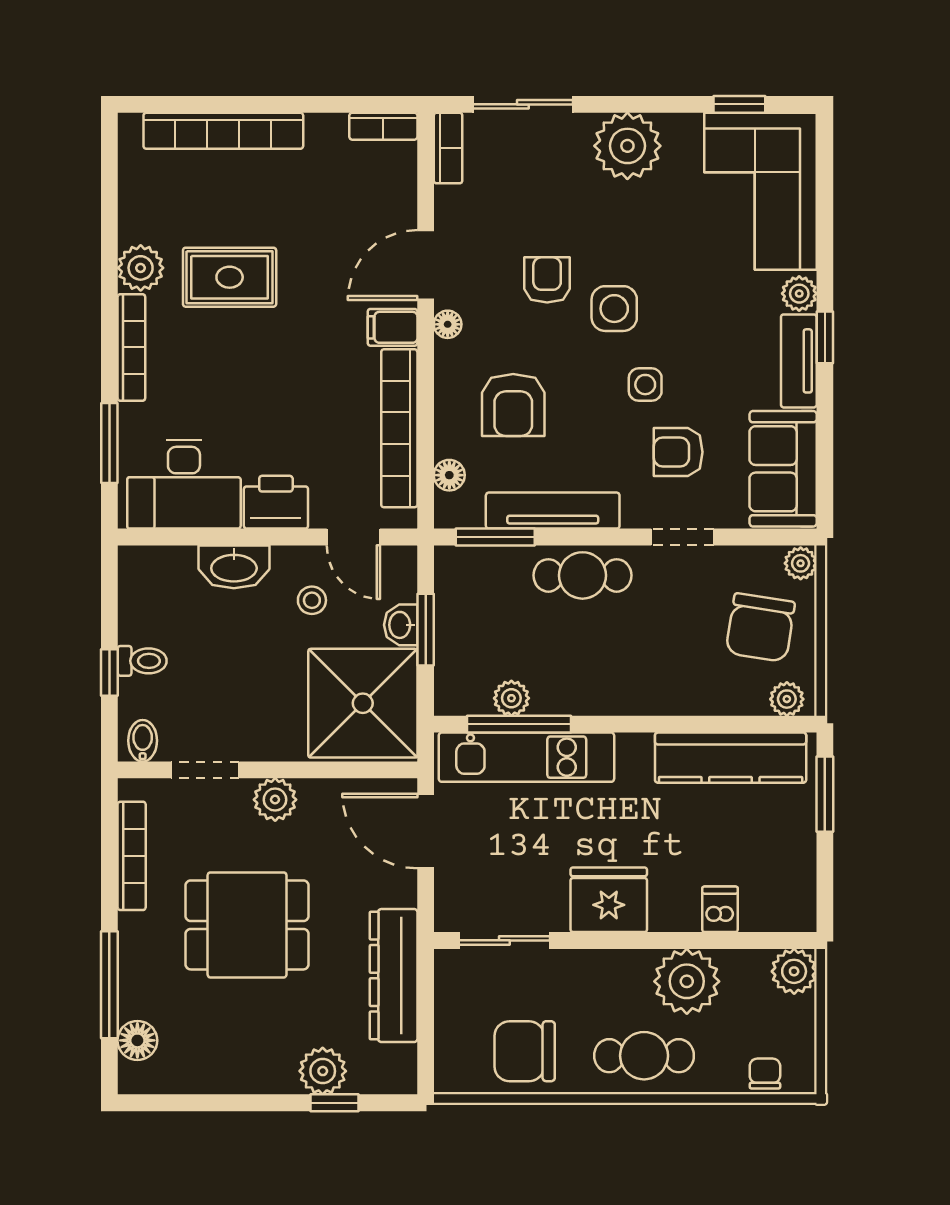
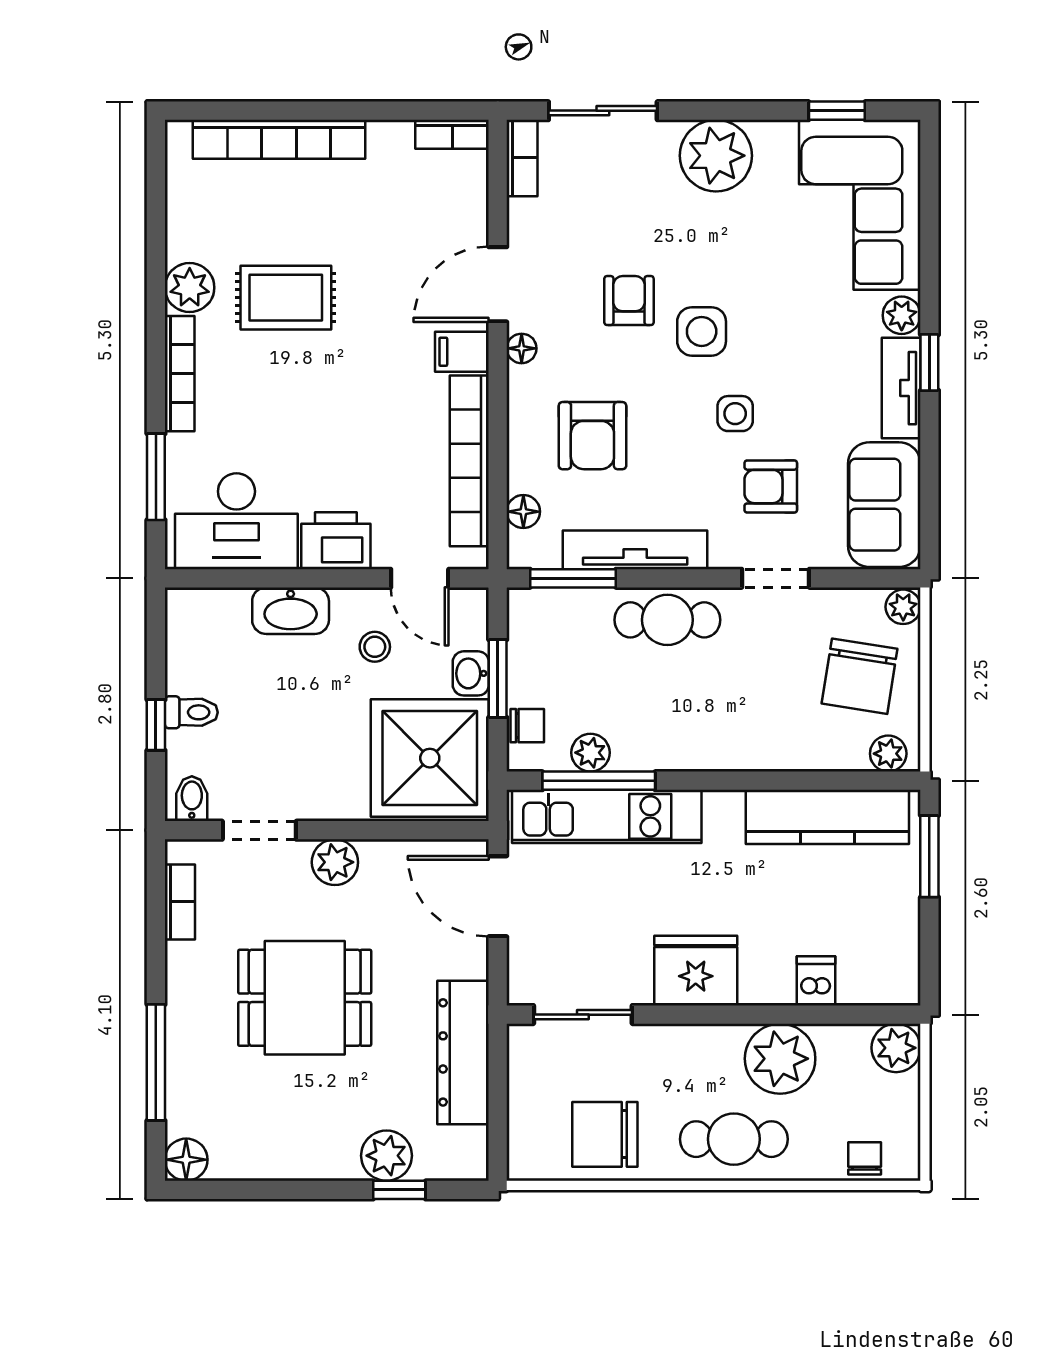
chair: (453, 673) -> (527, 726), added
bookcase: (132, 856) -> (180, 902), width x0.64
floor lamp: (137, 1040) -> (186, 1160), moved

